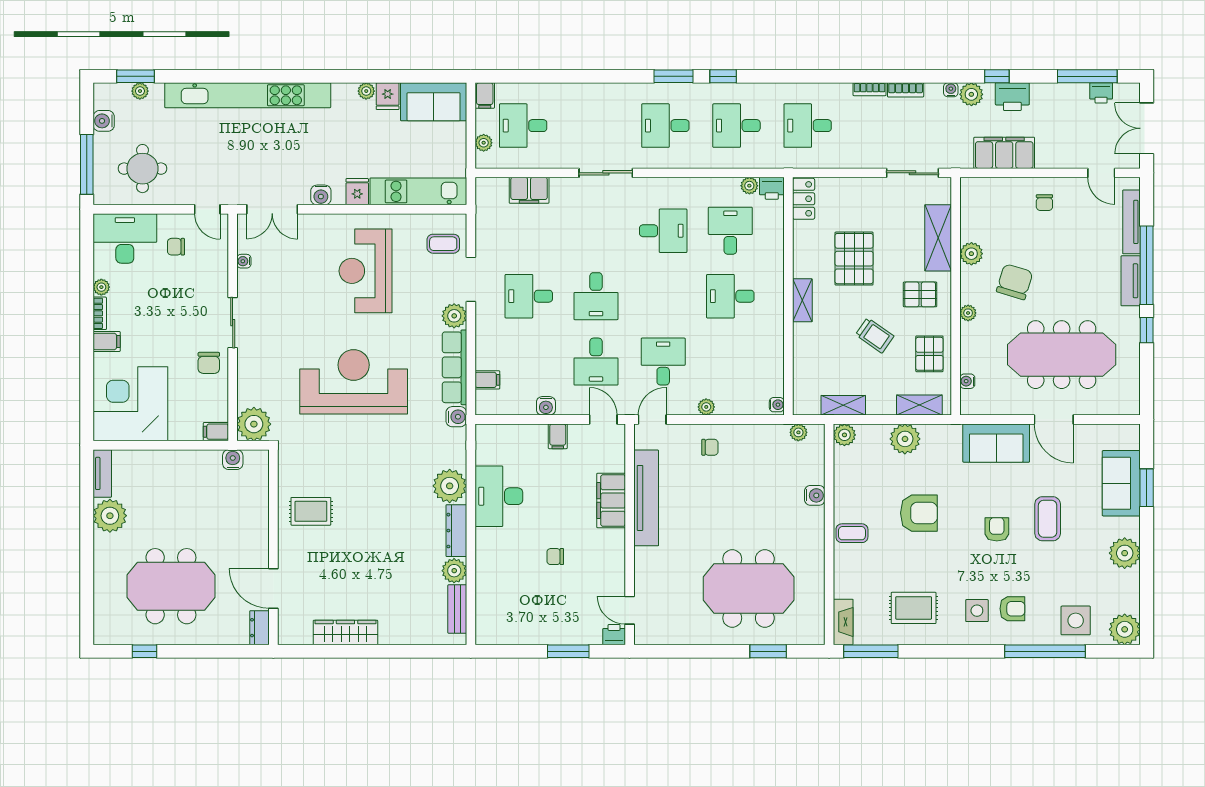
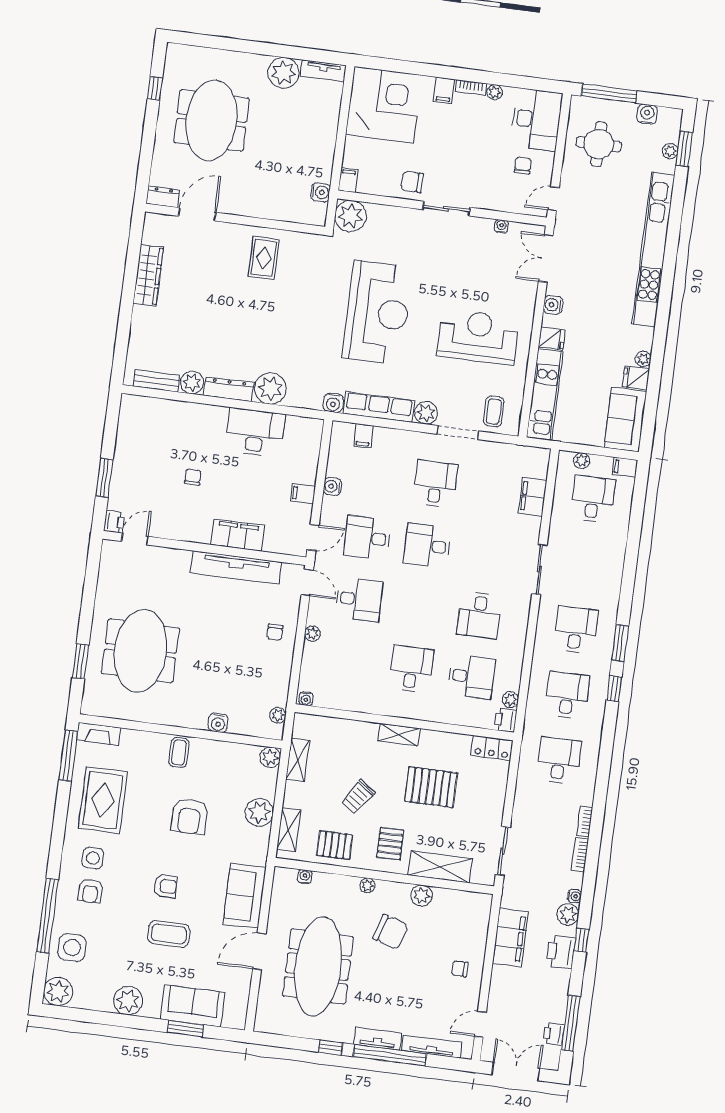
rug: (914, 608) -> (103, 800), width x1.36, depth x1.43

